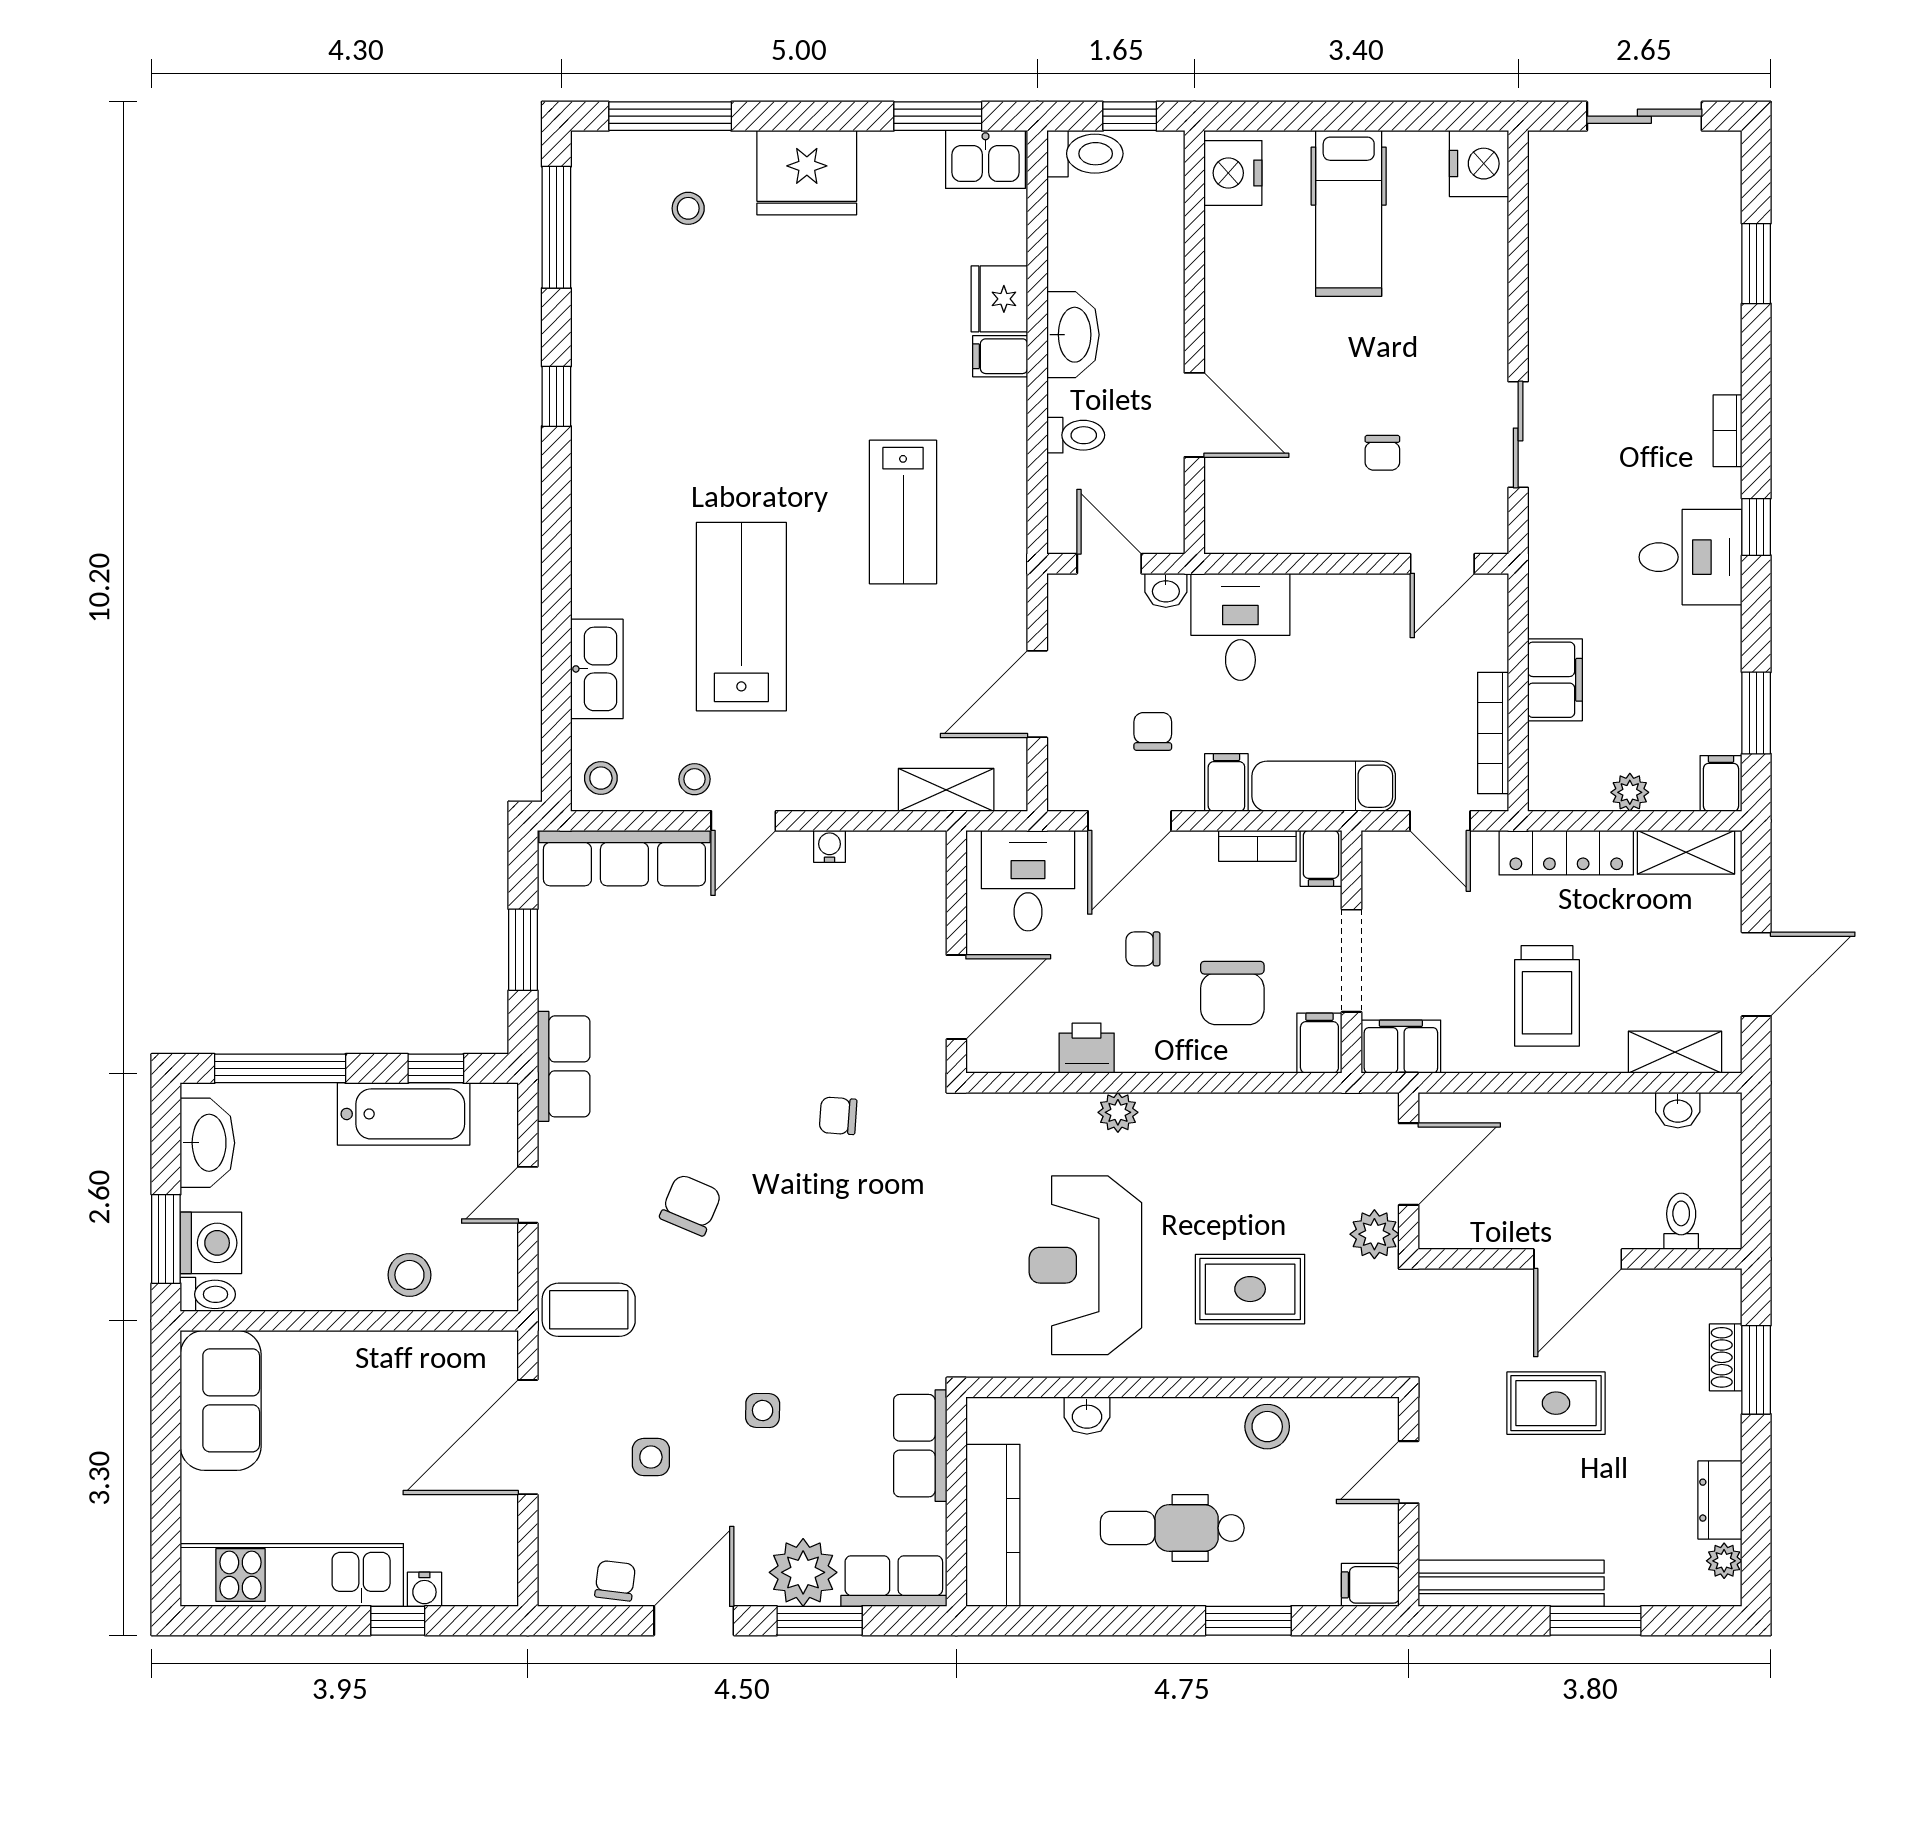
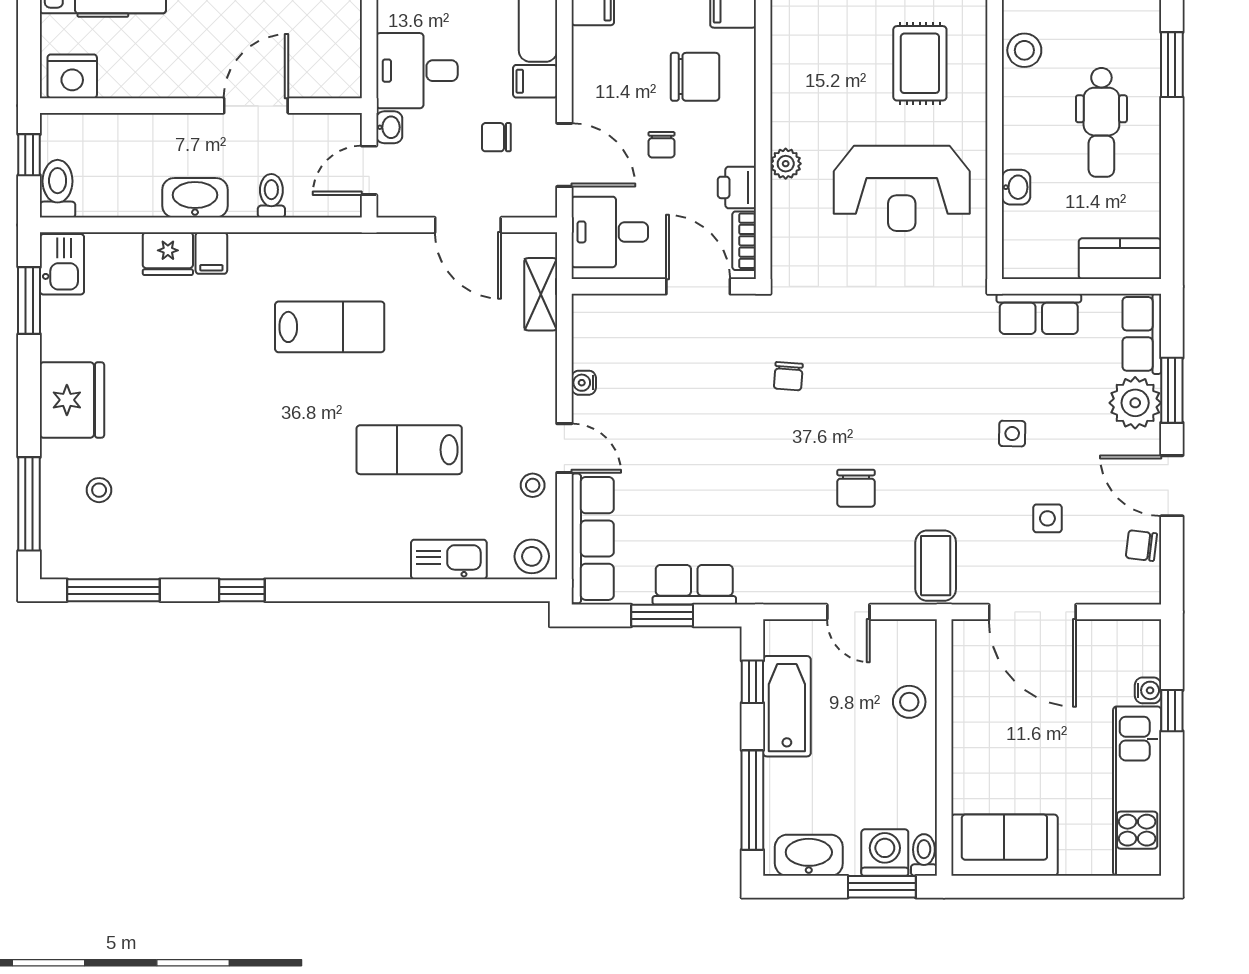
lab bench: (741, 617) -> (409, 450), width x0.73, depth x0.72
stool: (601, 778) -> (532, 556), width x1.37, depth x1.37
bookcase: (1257, 846) -> (744, 241), moved, turned 180
row of seats: (564, 1066) -> (694, 585), moved
chair: (691, 1205) -> (856, 488), turned -113
kitchen counter: (993, 1525) -> (1120, 259), width x0.67

